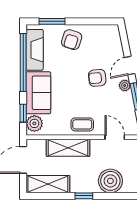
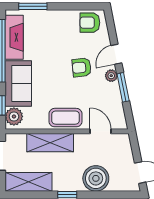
armchair: (72, 40) -> (90, 23), moved, turned 72
coffee table: (82, 124) -> (65, 118), width x1.36, depth x1.30

